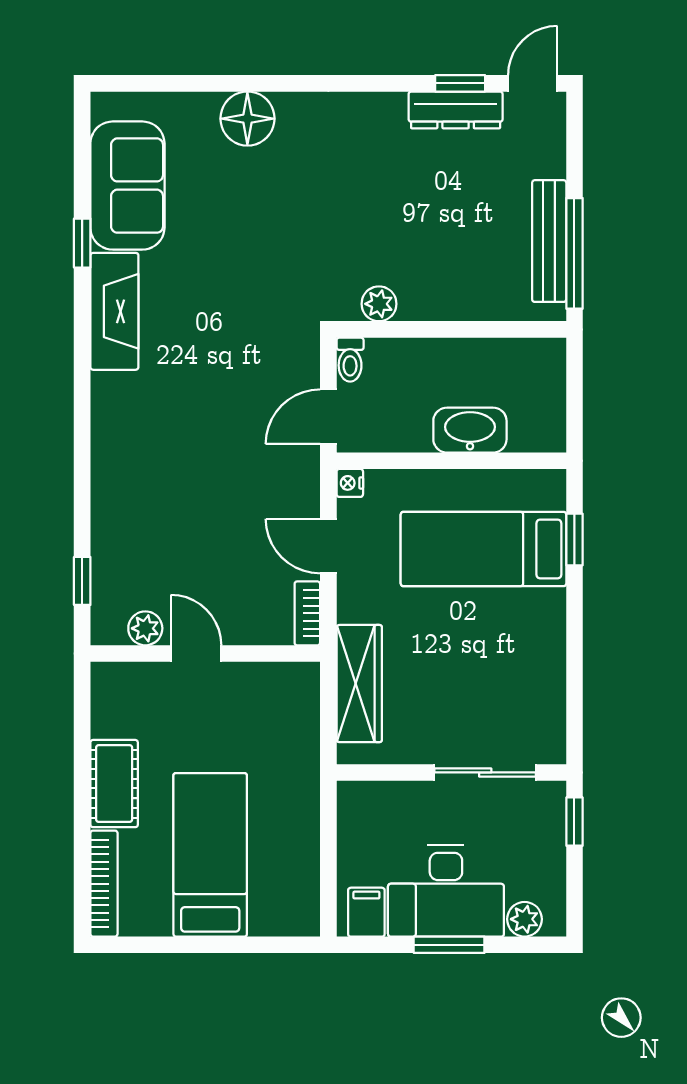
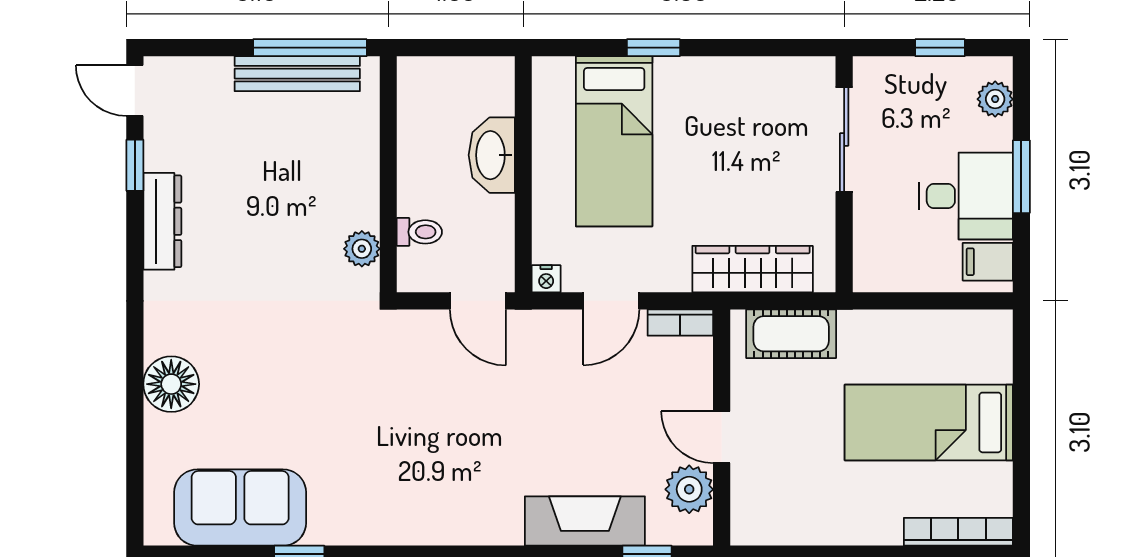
dresser: (456, 110) -> (162, 221), moved
fireplace: (114, 311) -> (585, 521), moved
toilet: (350, 360) -> (419, 232), moved
window: (574, 540) -> (653, 48), moved
plant: (145, 628) -> (689, 489), width x1.38, depth x1.38
door: (196, 654) -> (722, 437), hinge flipped
cot: (114, 784) -> (791, 334), moved
window: (574, 822) -> (940, 48), moved
desk: (446, 891) -> (966, 196), width x0.73

